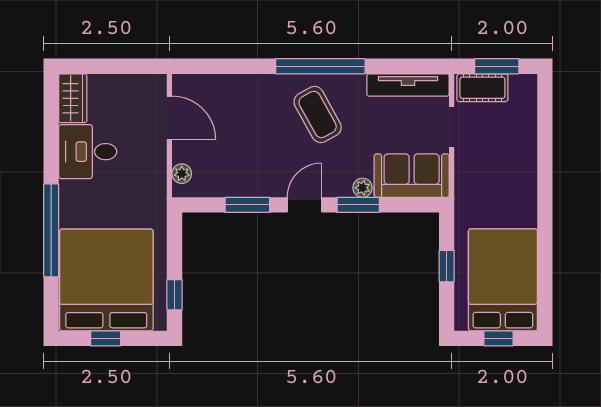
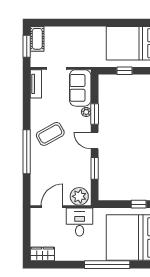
window: (320, 66) -> (27, 152), moved
tv unit: (408, 85) -> (36, 84), width x0.71
cot: (482, 88) -> (37, 39), moved
desk: (88, 152) -> (80, 222), moved, turned 180
plant: (182, 174) -> (79, 196), width x1.88, depth x1.88

